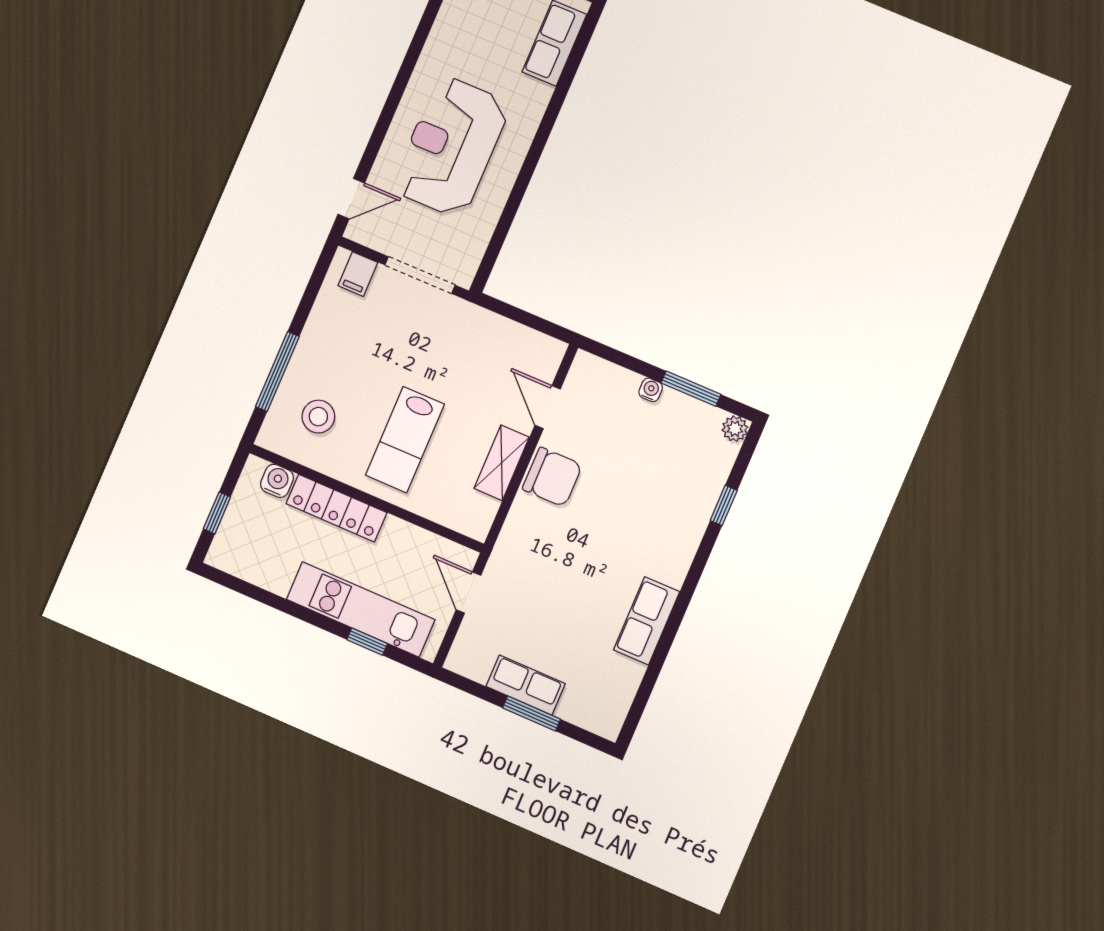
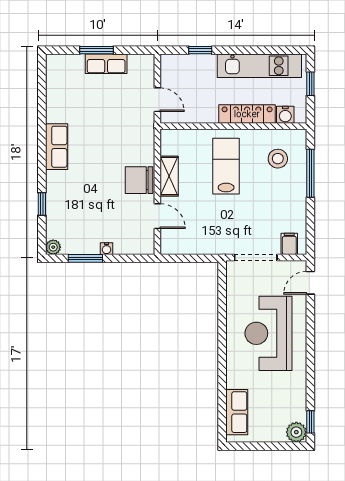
reception desk: (451, 147) -> (269, 333), turned 180
kitchen unit: (361, 609) -> (259, 66), moved
row of seats: (647, 621) -> (57, 147), moved

